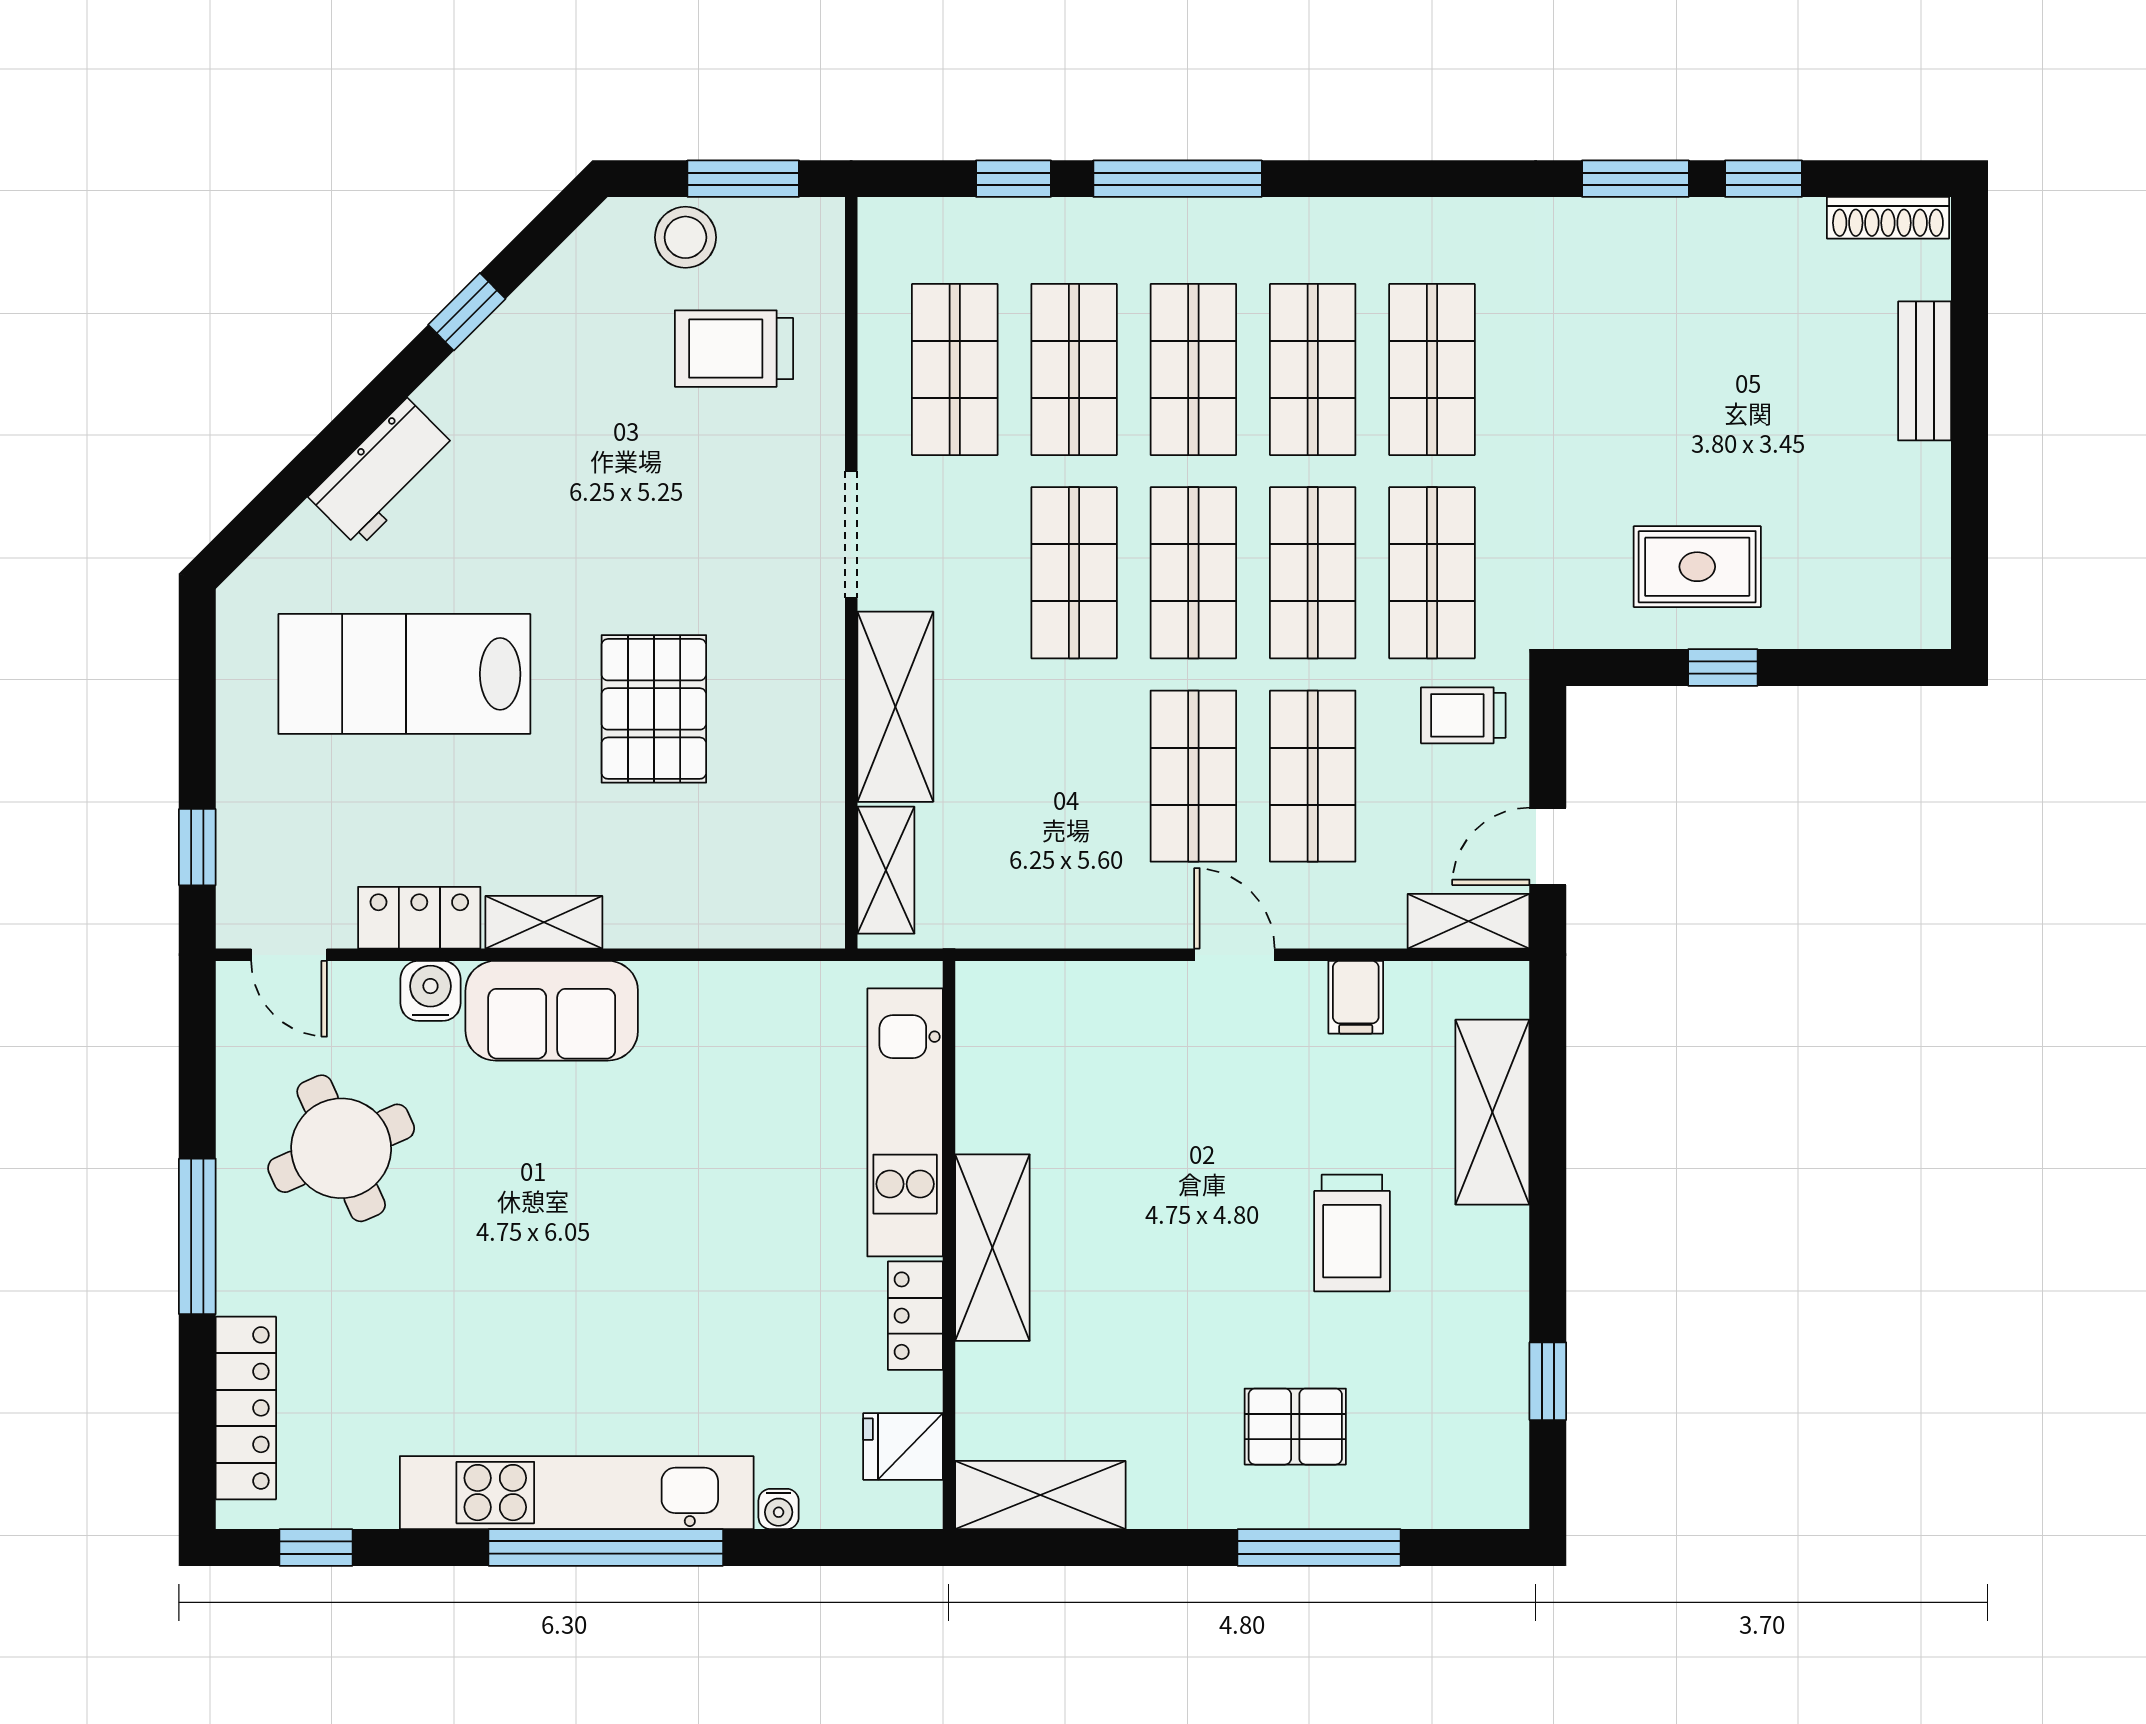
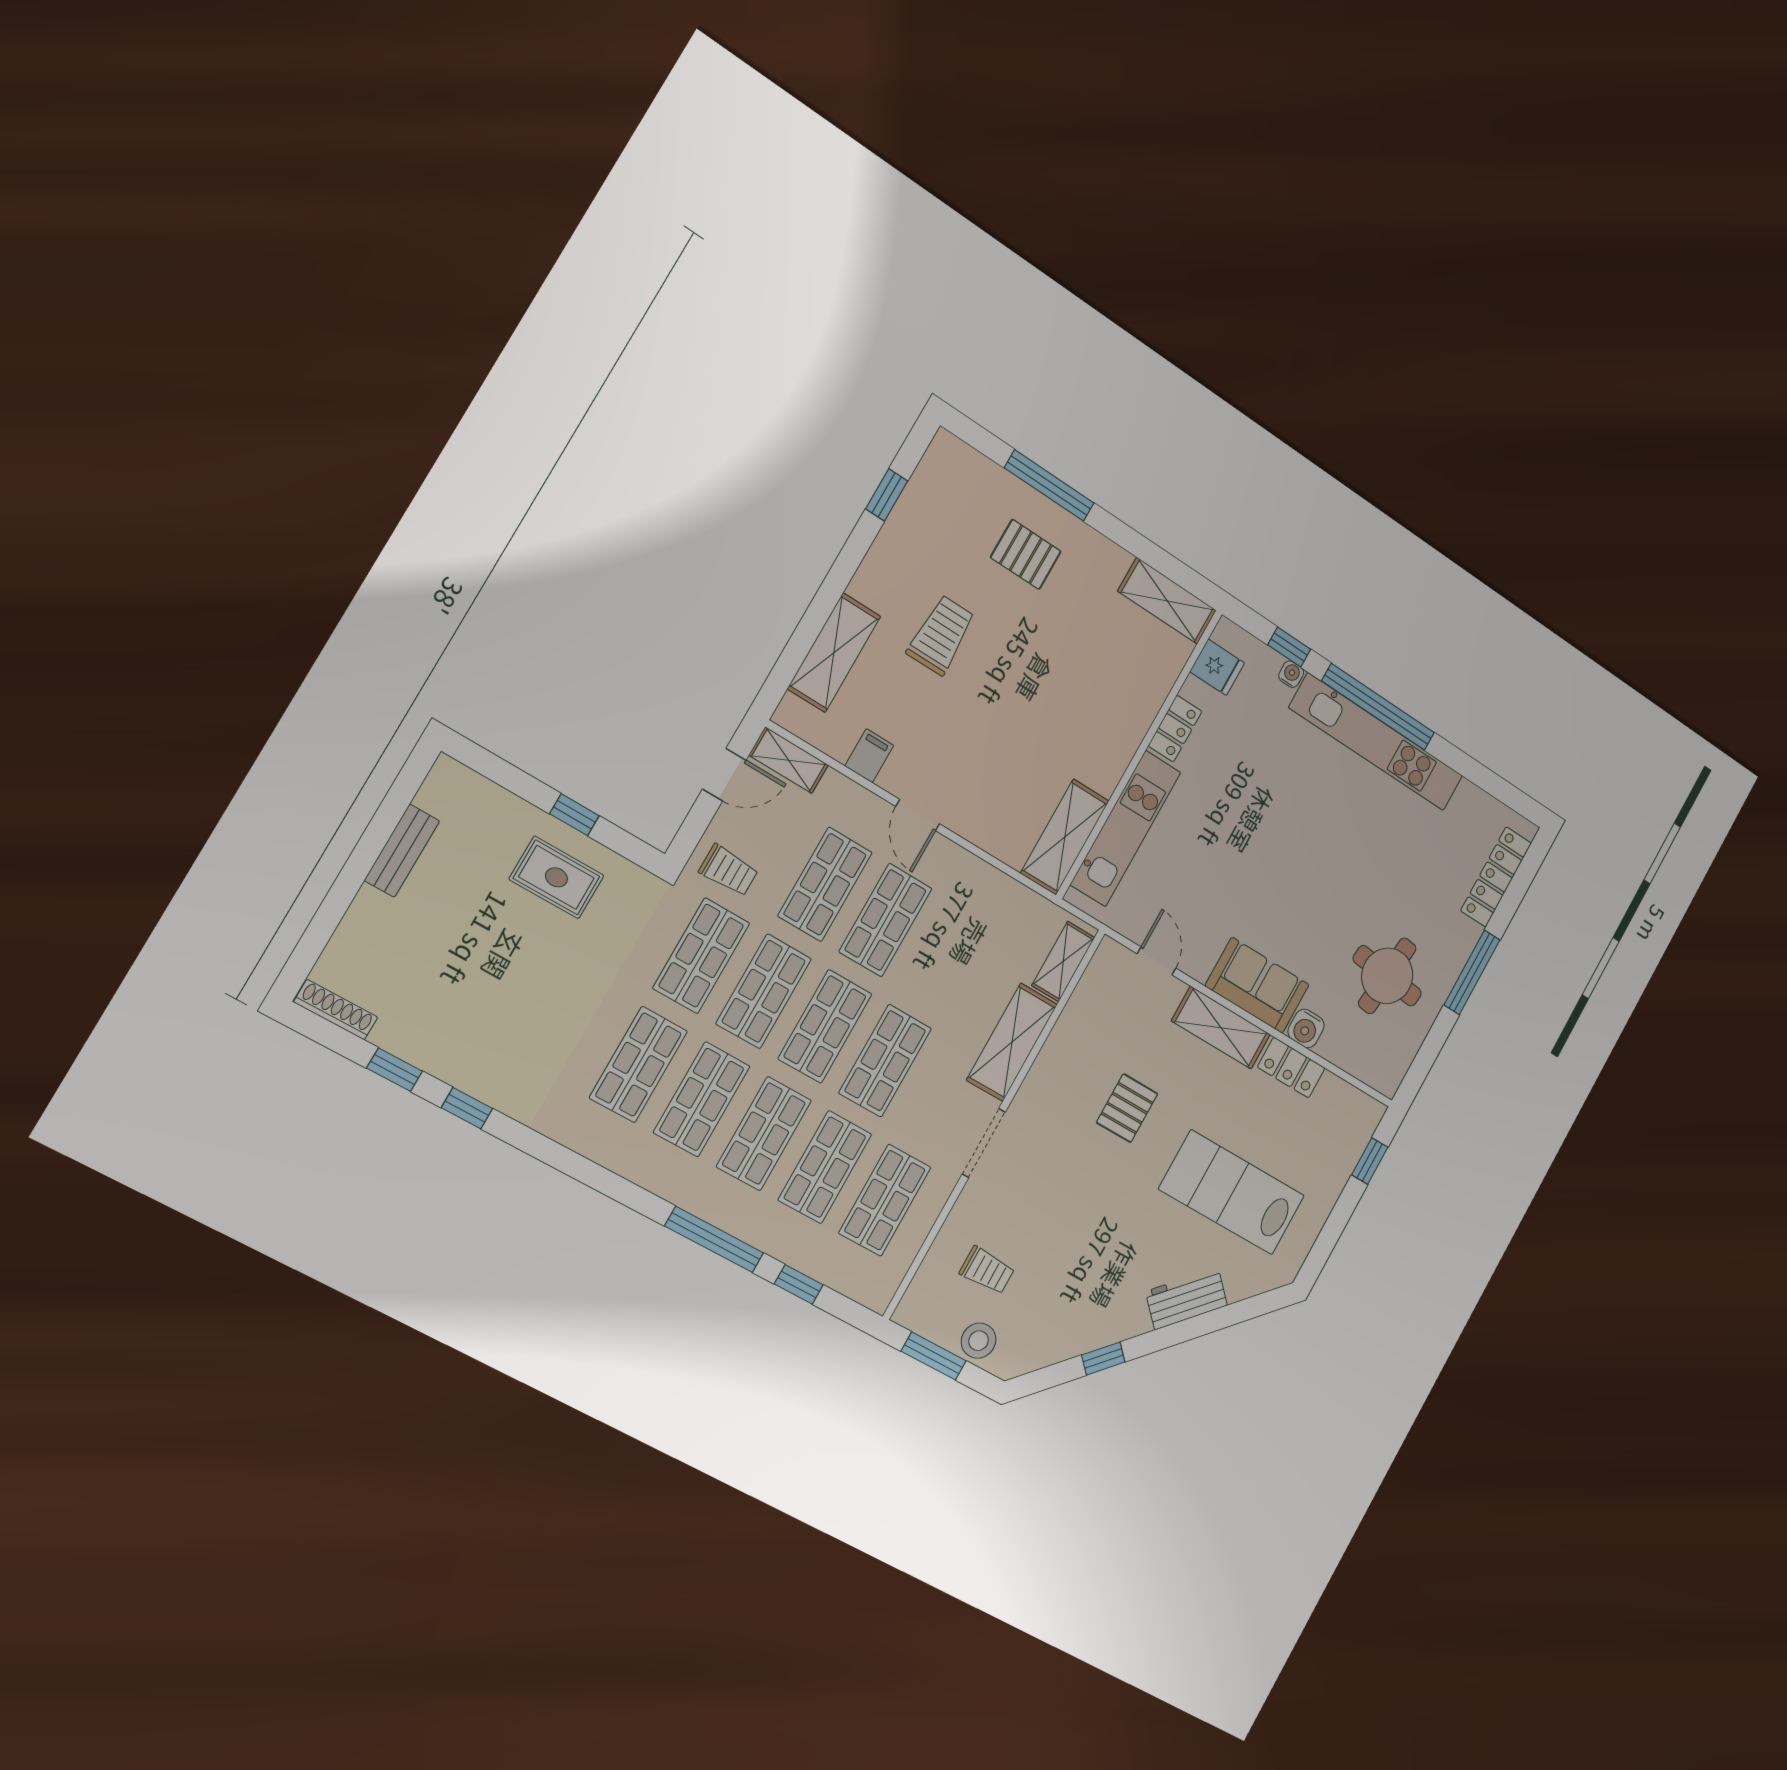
window: (1635, 179) -> (467, 1108), width x0.67
trolley: (734, 349) -> (987, 1270), width x0.73, depth x0.72
bench: (1925, 371) -> (402, 851), moved
lab bench: (404, 674) -> (1232, 1192), turned 180
pallet: (654, 709) -> (1127, 1108), width x0.67, depth x0.71
shelving: (544, 922) -> (1221, 1028), width x1.50, depth x1.33
door: (289, 955) -> (1157, 961), moved
round table: (341, 1148) -> (1387, 976), turned 30
shelving: (992, 1248) -> (1065, 837), moved
window: (316, 1547) -> (1289, 647), moved

